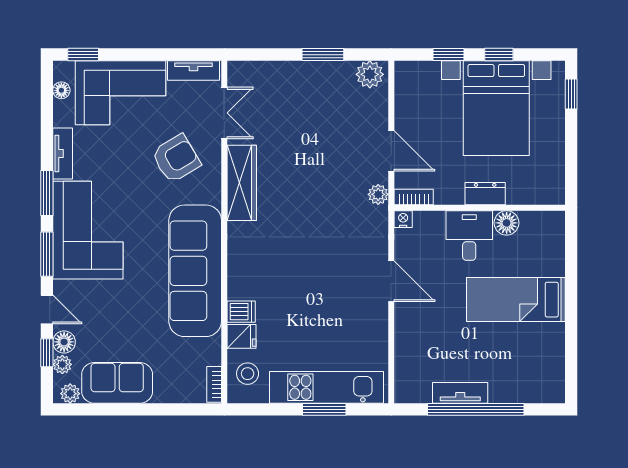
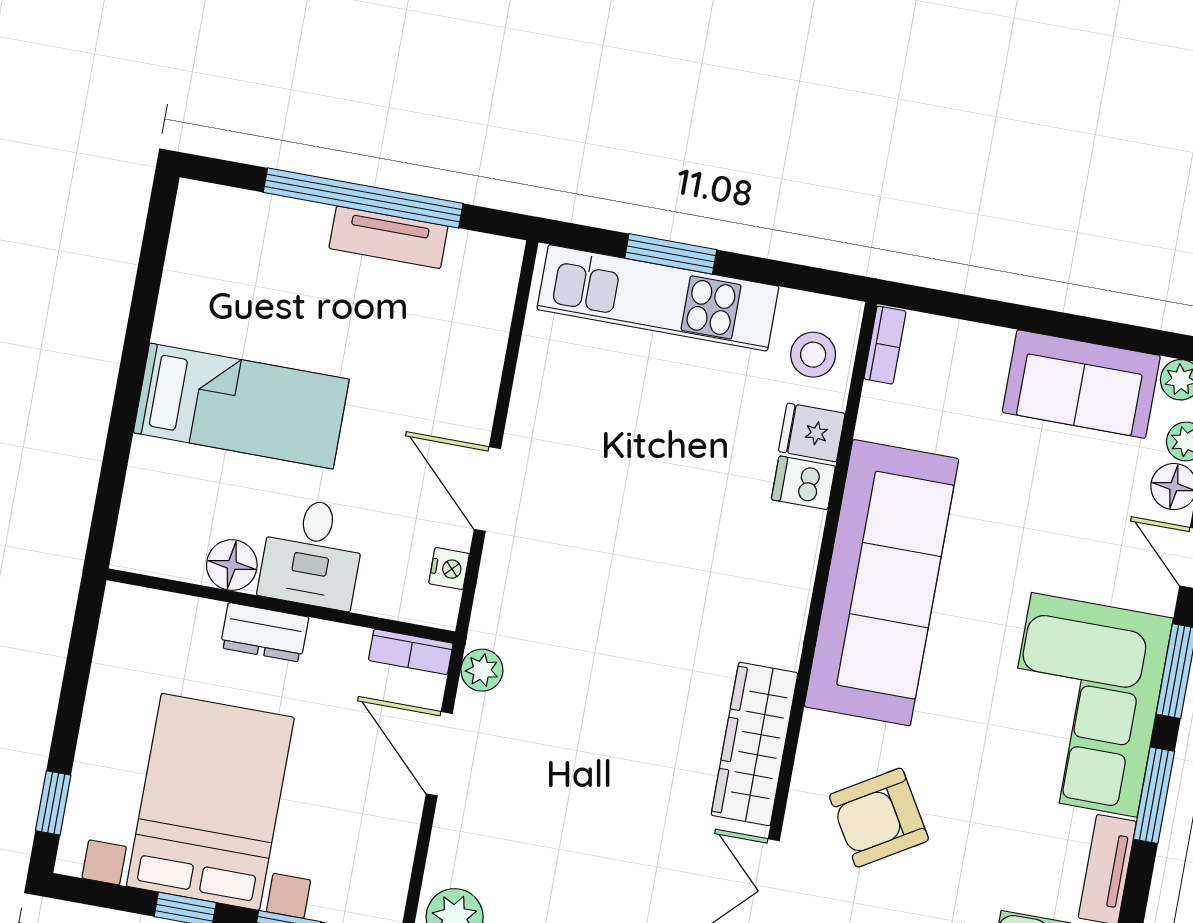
nightstand: (403, 219) -> (449, 569), moved, turned -90

